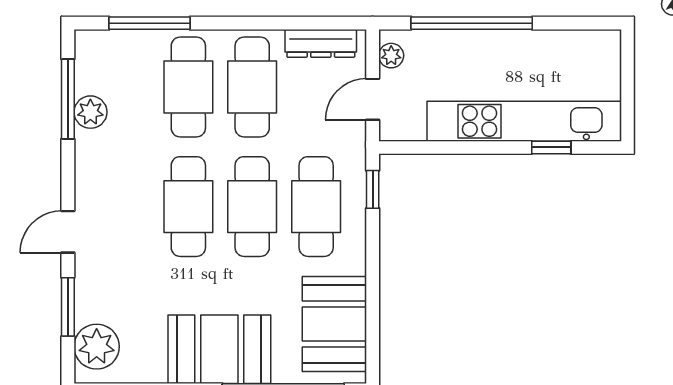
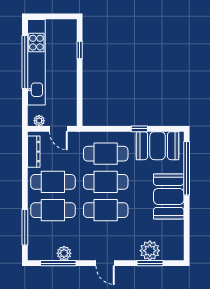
window: (472, 23) -> (25, 62), moved
kitchen unit: (524, 121) -> (36, 62), moved, turned 180
window: (373, 189) -> (139, 129), moved
door: (68, 232) -> (105, 263), moved
plant: (97, 347) -> (150, 251), moved

